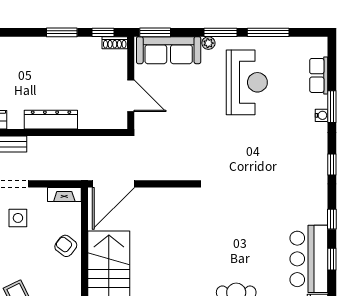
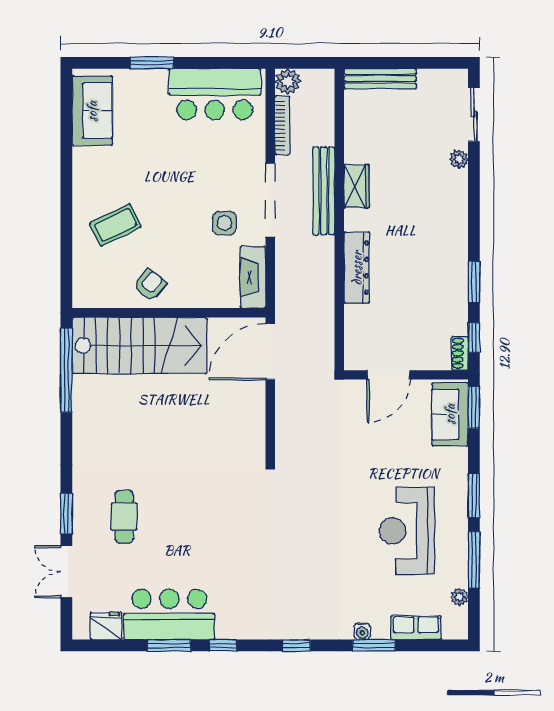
plant: (208, 43) -> (460, 597), moved
sofa: (169, 50) -> (450, 414), width x0.73
reception desk: (247, 82) -> (407, 531), turned 90
door: (114, 184) -> (270, 352), hinge flipped
fireplace: (64, 194) -> (253, 277), width x1.37, depth x1.32
armchair: (66, 246) -> (150, 285), moved
window: (332, 259) -> (169, 645), width x1.50

